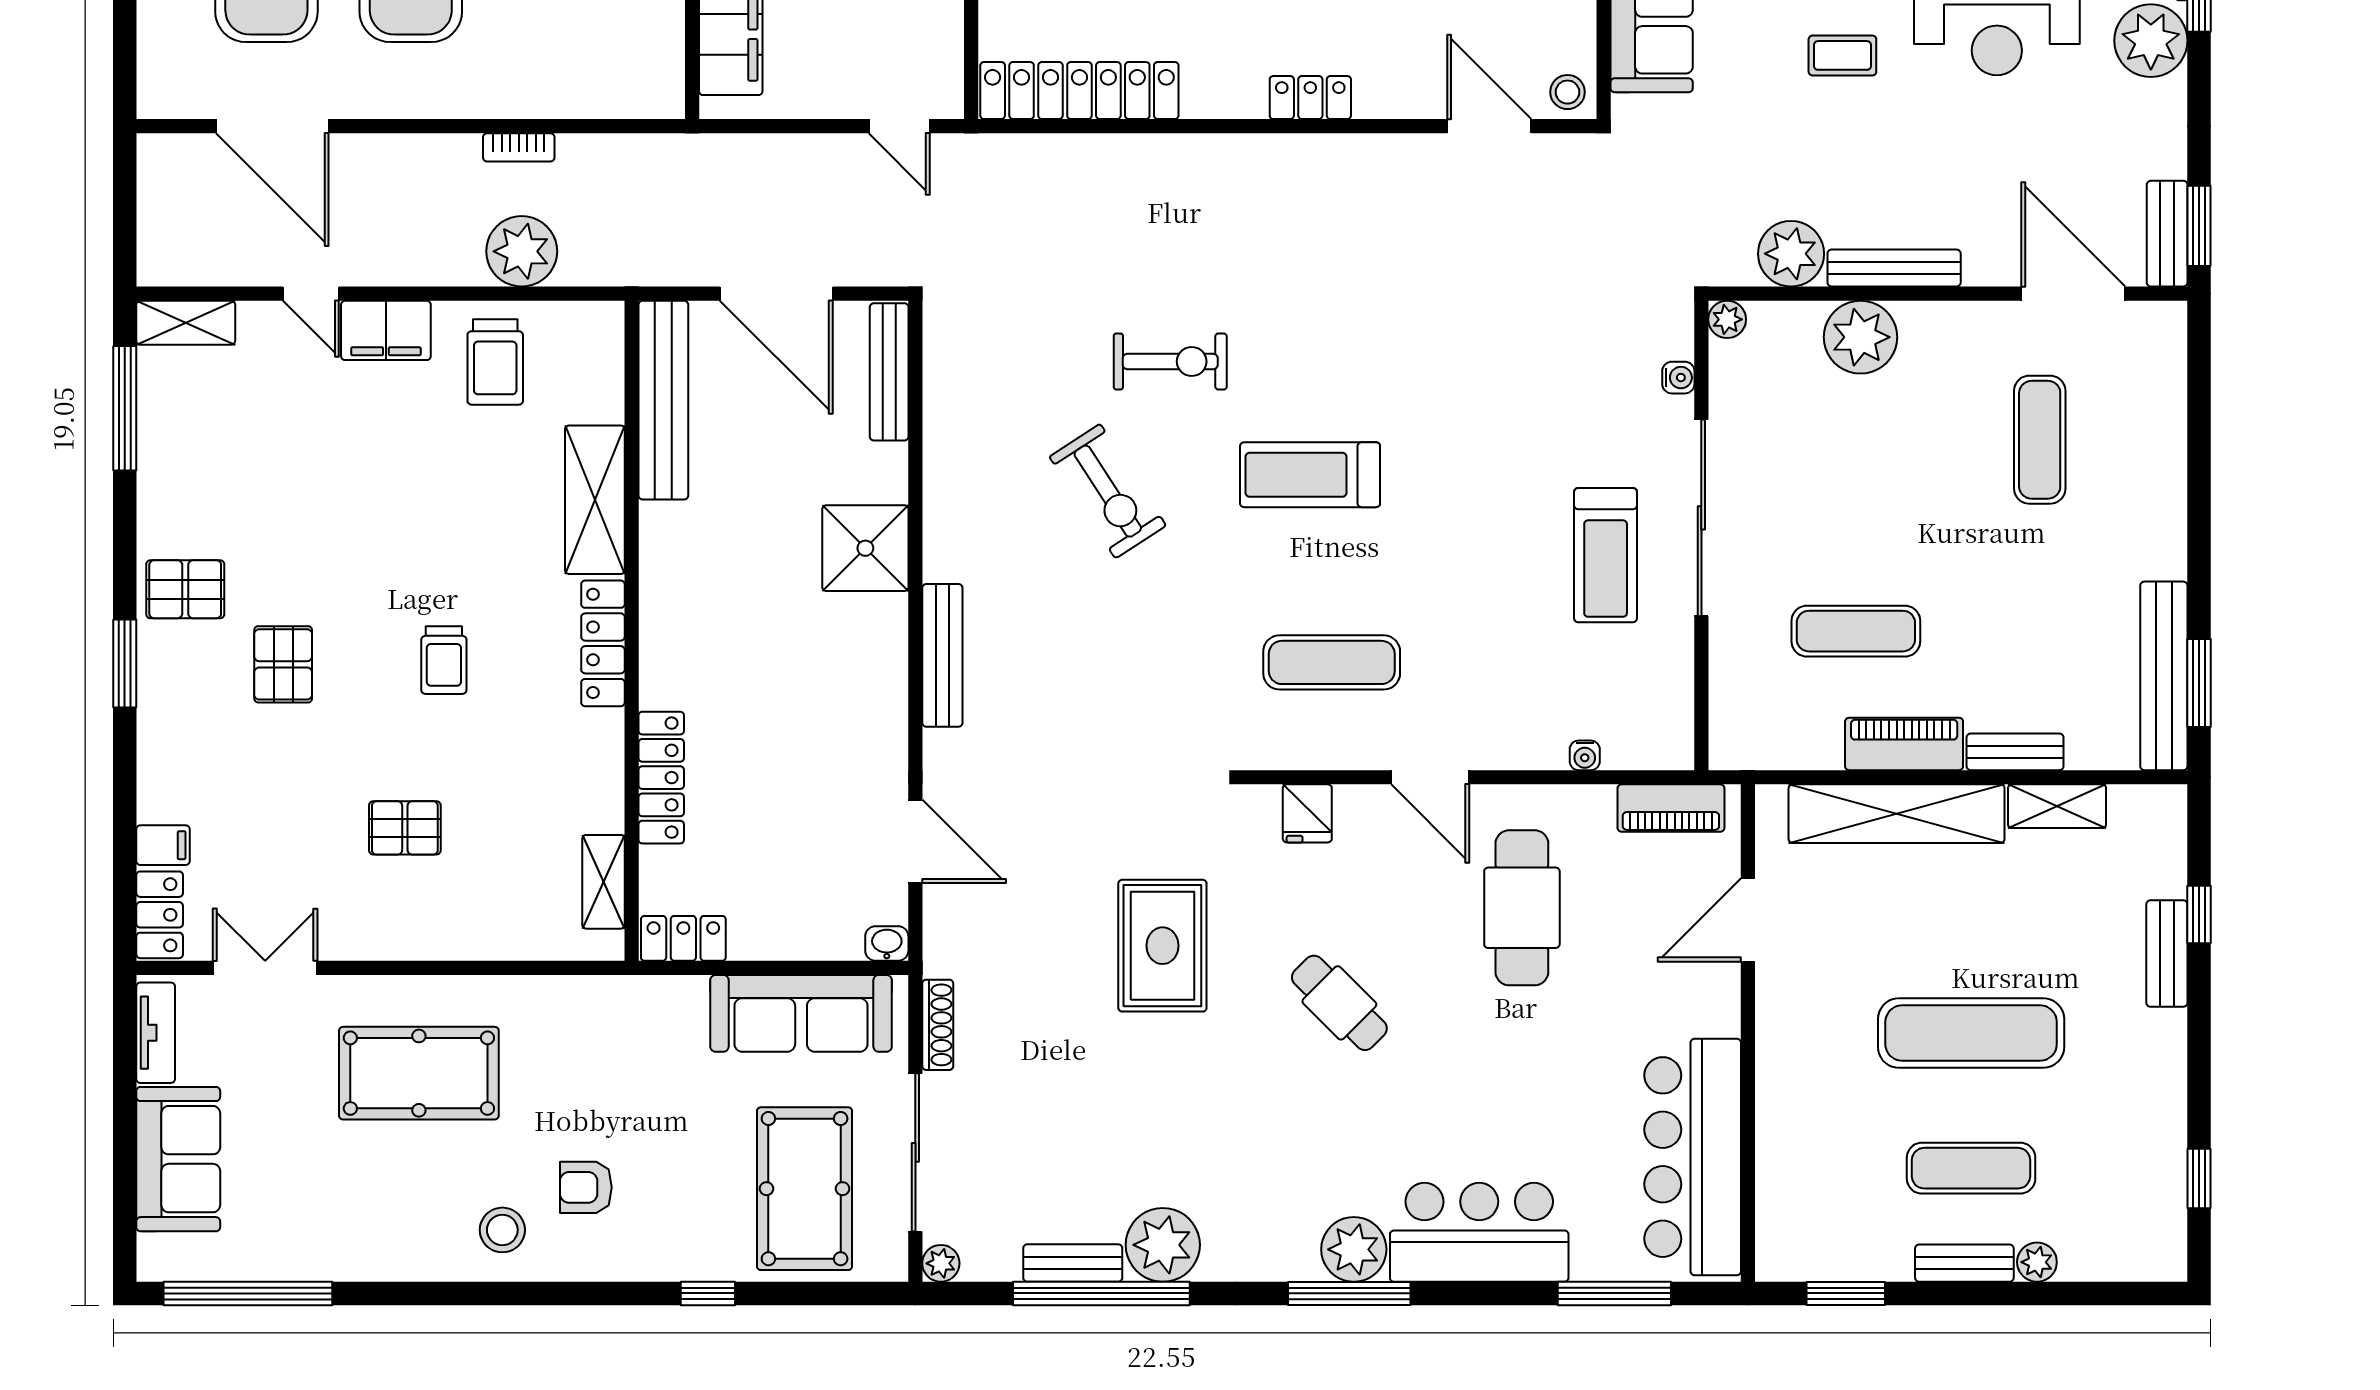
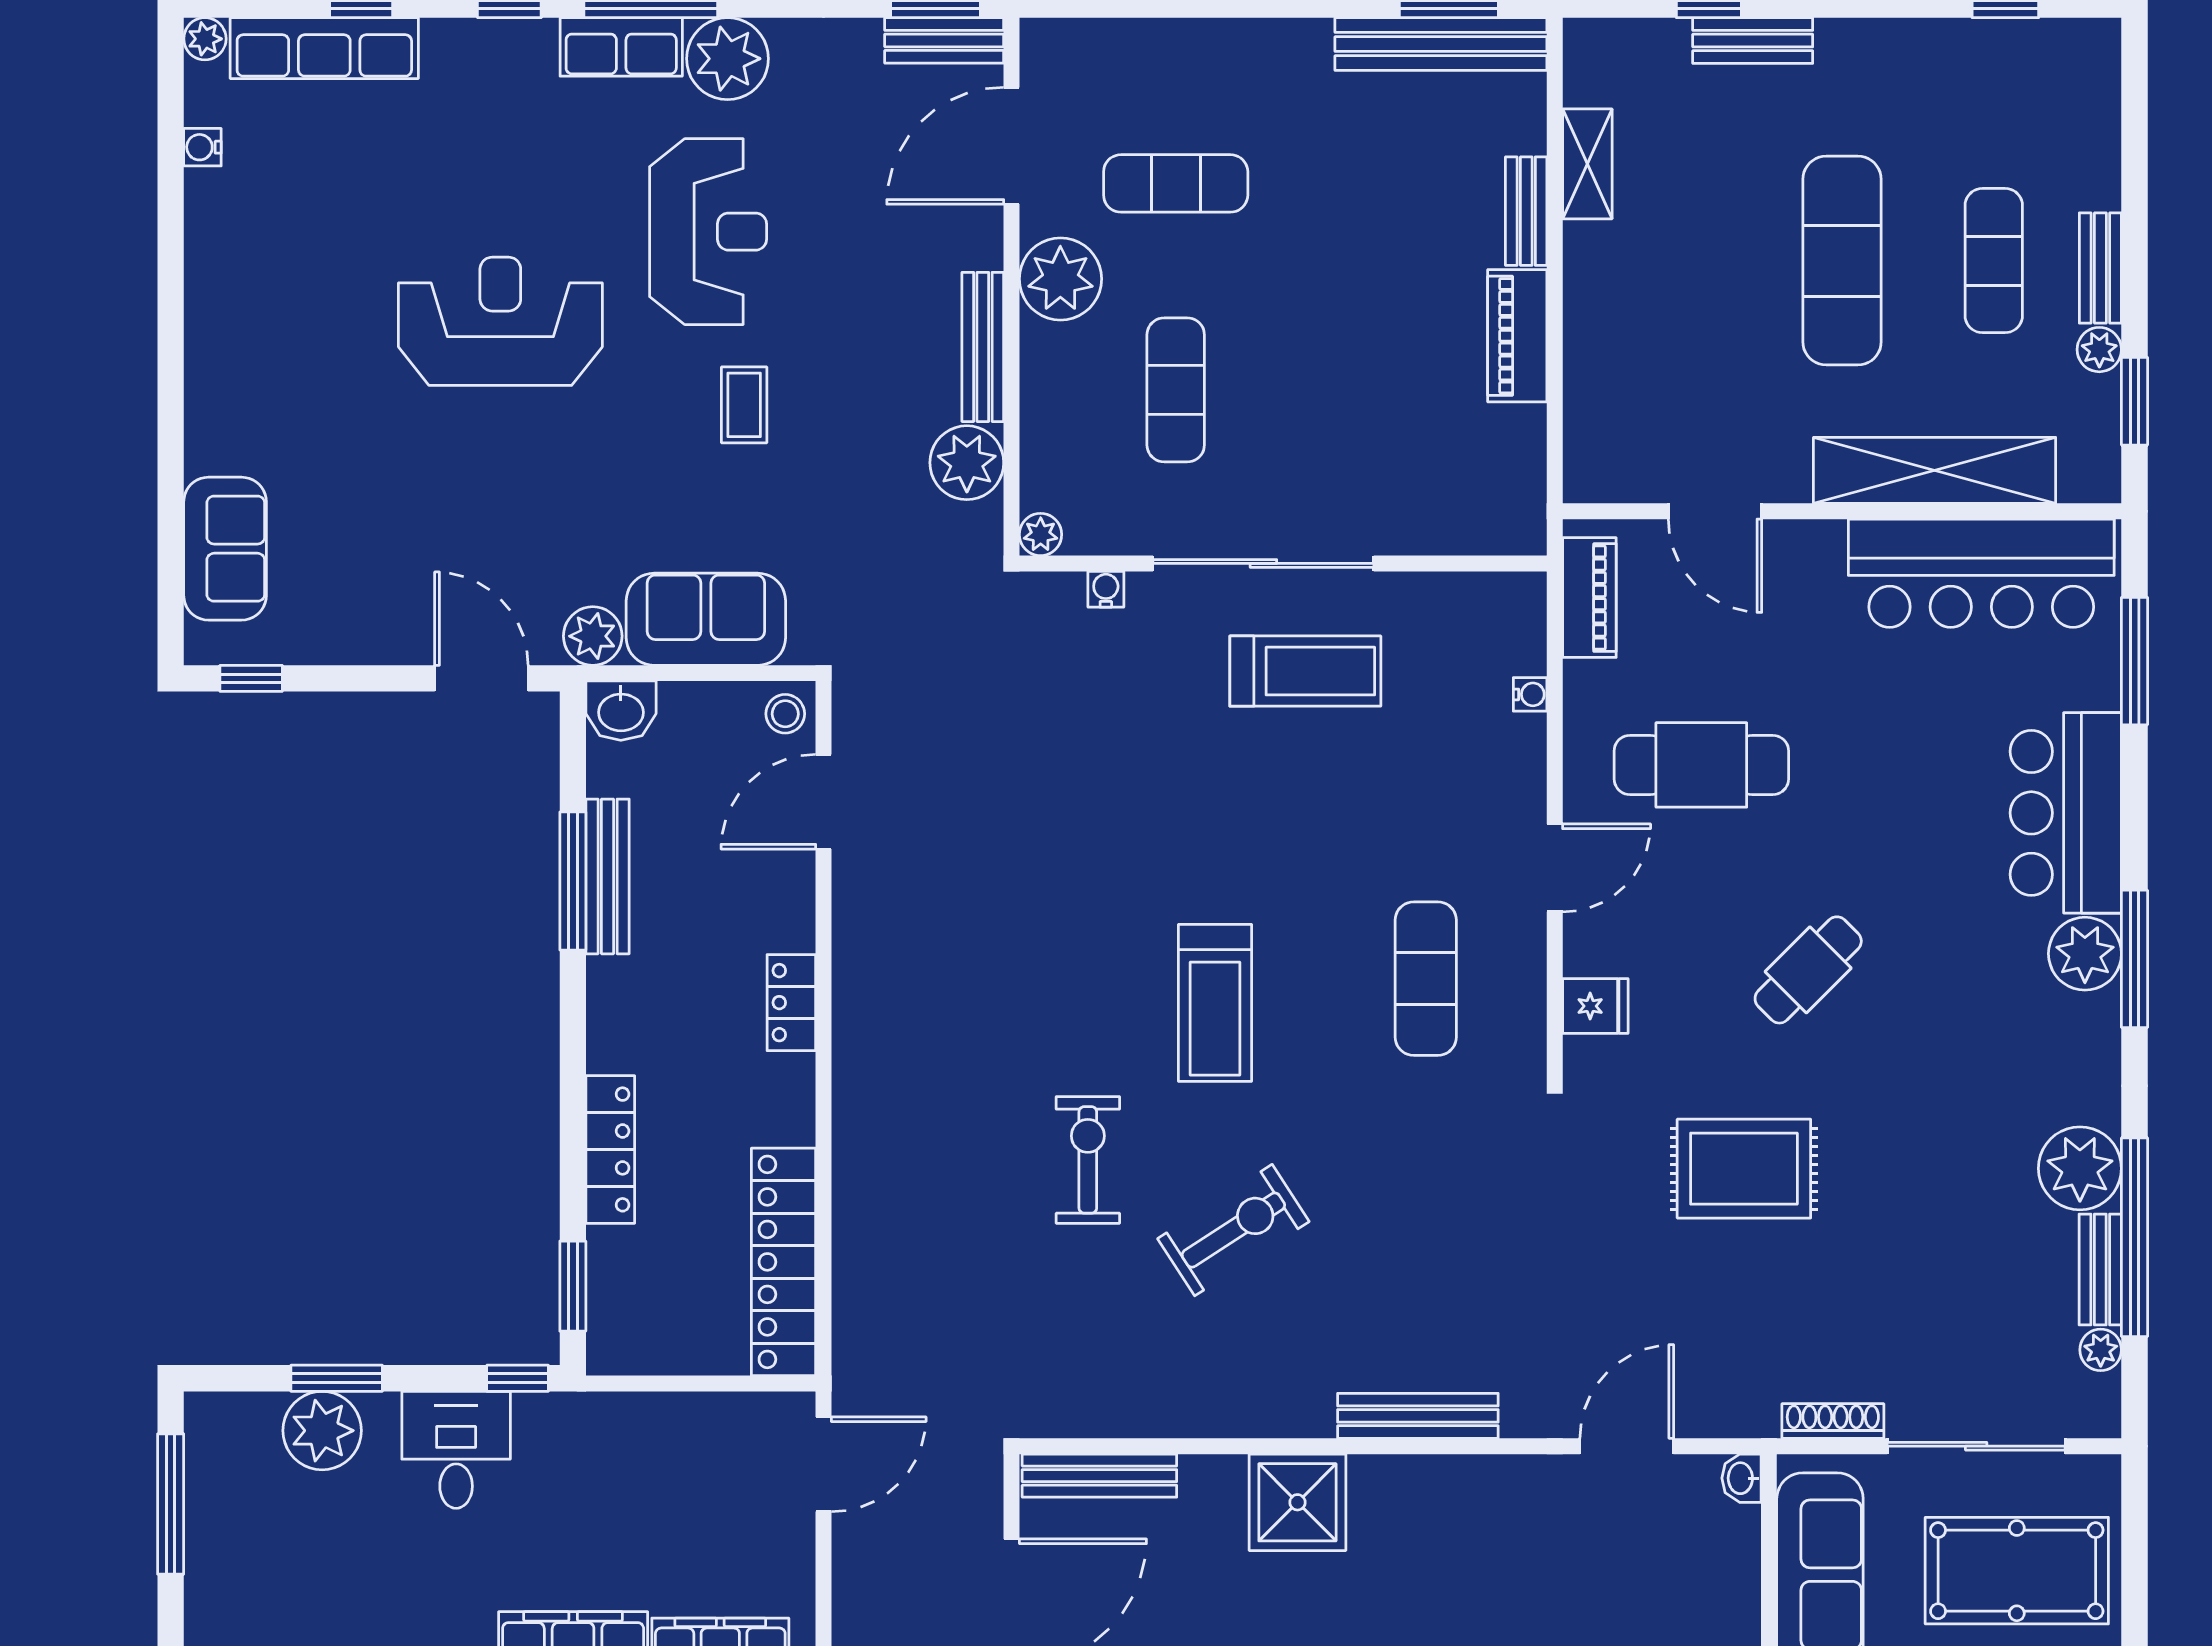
door: (899, 126) -> (824, 1464), width x1.38
plant: (1860, 337) -> (1060, 279), moved
exercise mat: (1856, 631) -> (1176, 390), moved
shelving: (1897, 814) -> (1935, 470), moved, turned 90
plant: (2037, 1262) -> (2099, 350), moved
plant: (941, 1263) -> (2101, 1350), moved

